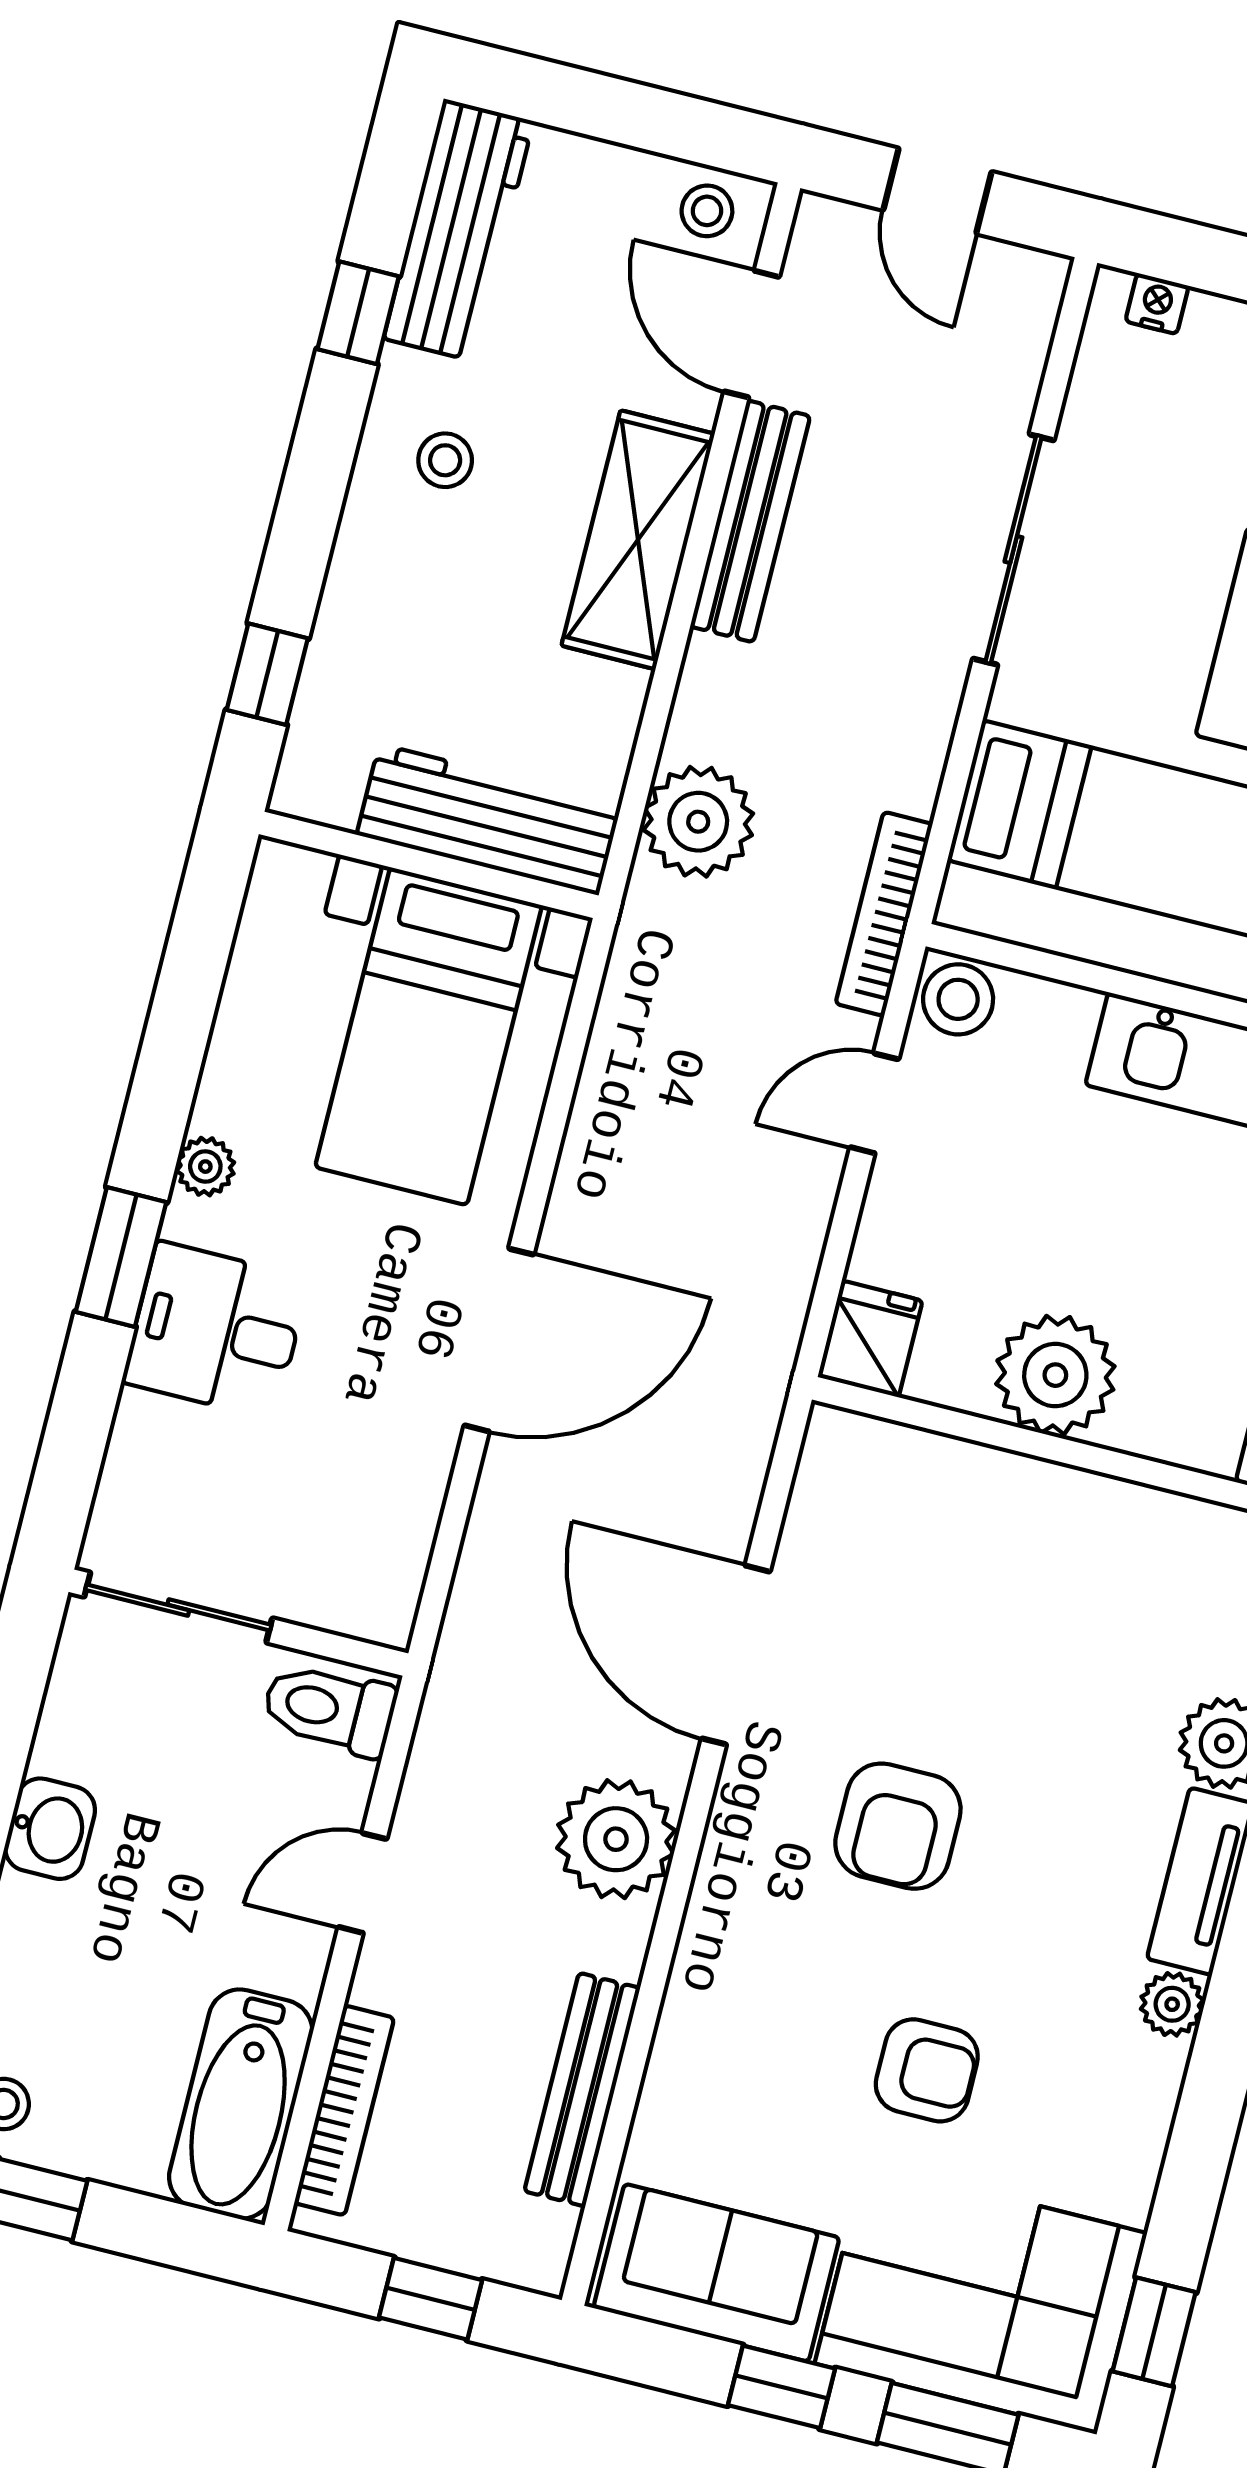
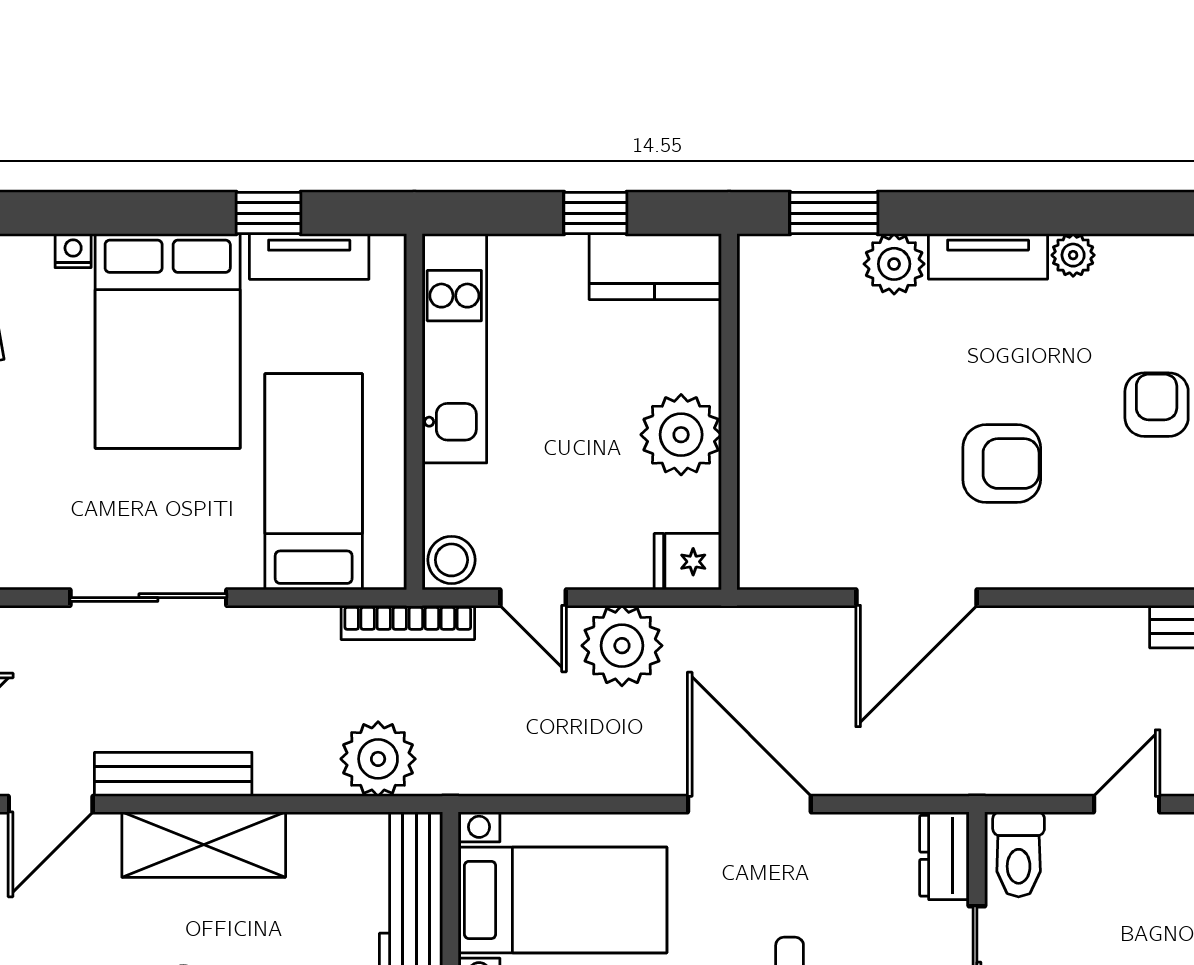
dresser: (354, 1602) -> (944, 856), added
plant: (616, 1839) -> (622, 646), moved
door: (363, 1883) -> (1127, 804), swing flipped

